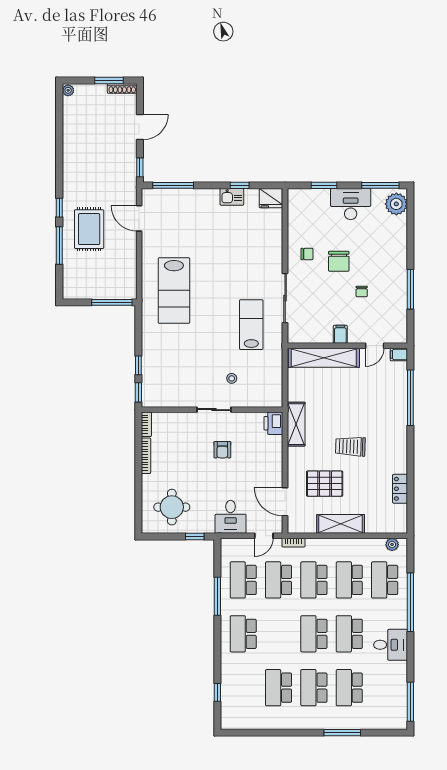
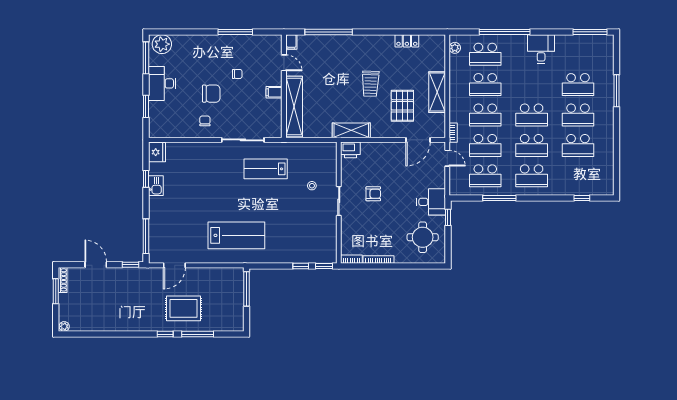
desk: (231, 517) -> (431, 202), moved
school desk: (349, 634) -> (532, 145), moved

